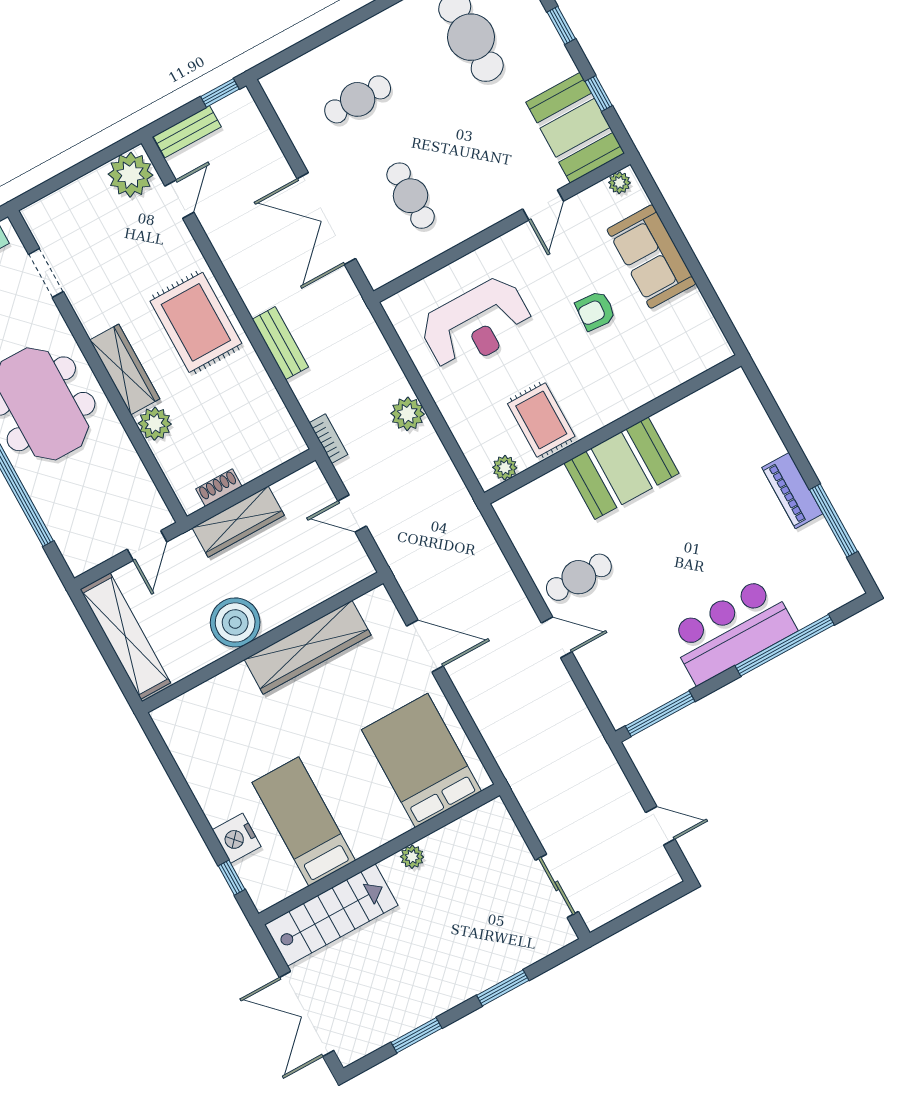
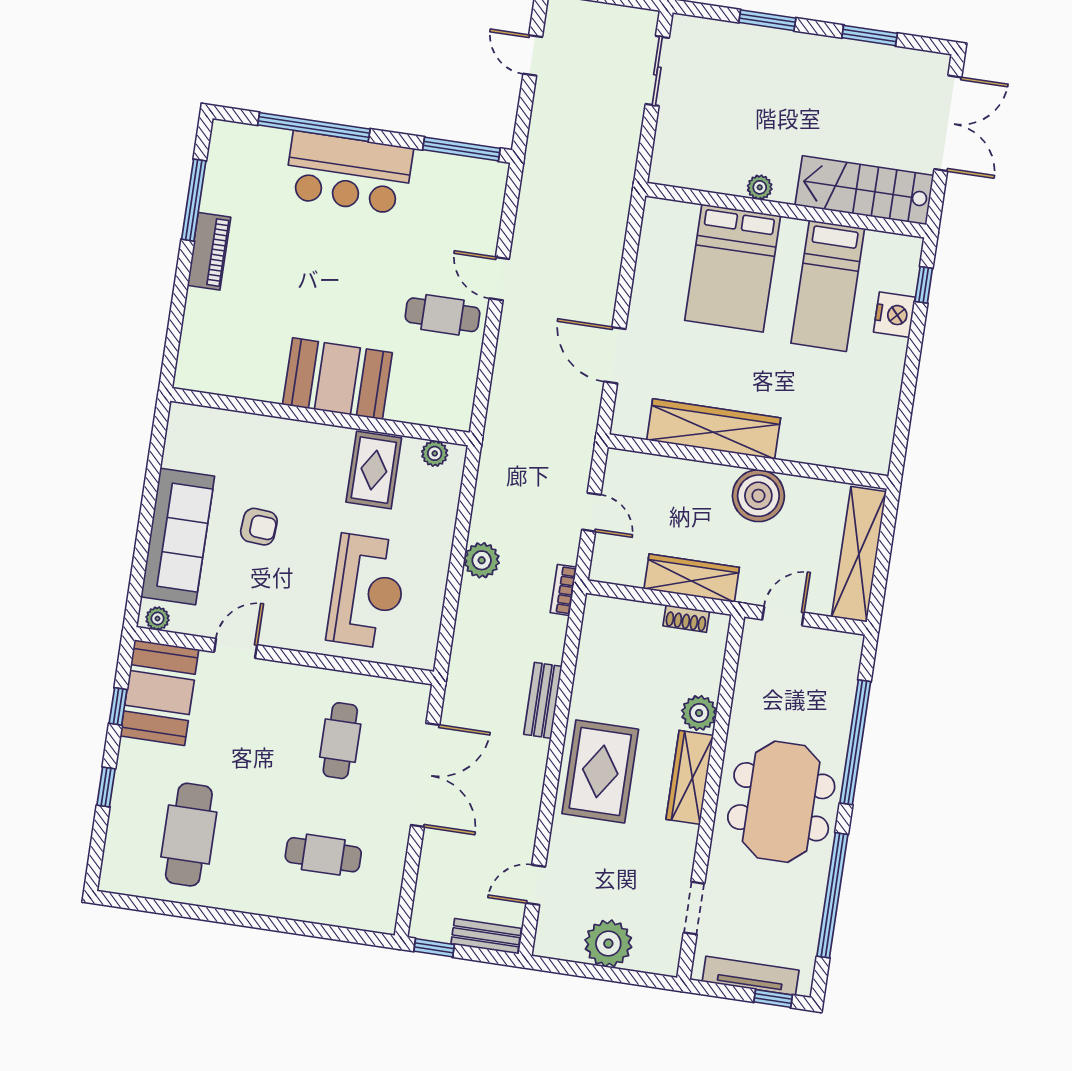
plant: (130, 175) -> (608, 943), moved
sofa: (651, 257) -> (178, 536), width x1.36
reception desk: (476, 324) -> (367, 591), turned 90
bed: (421, 761) -> (733, 268), moved

